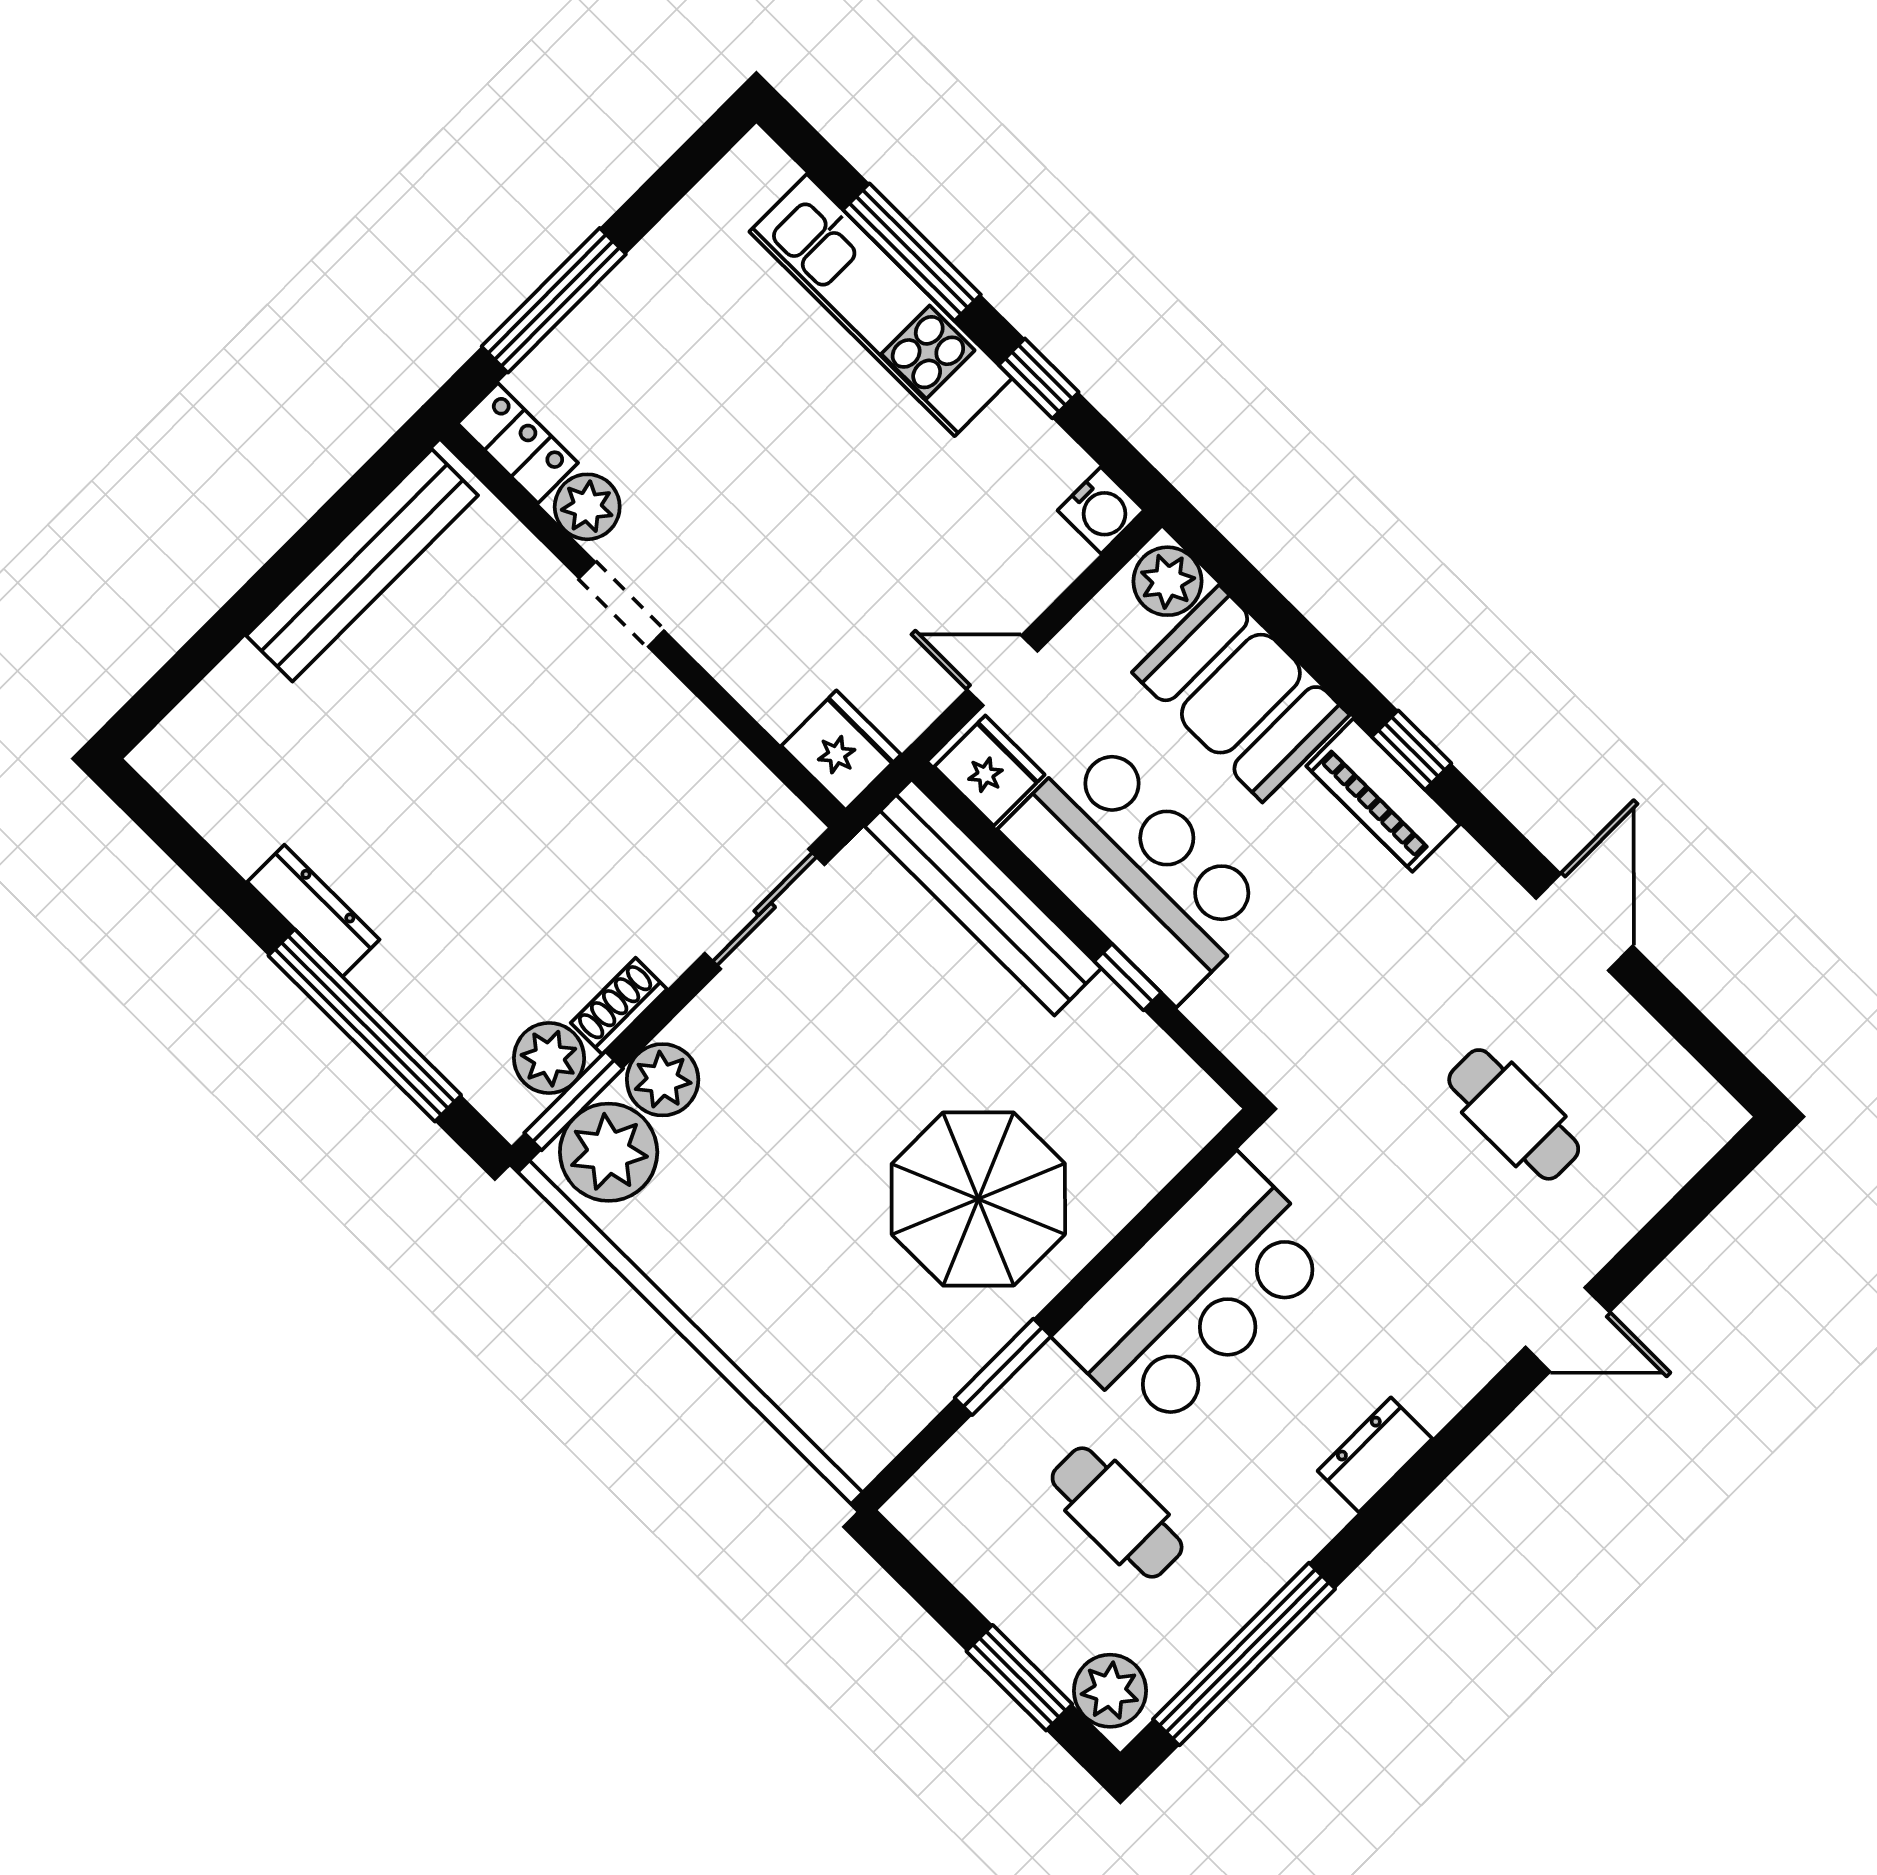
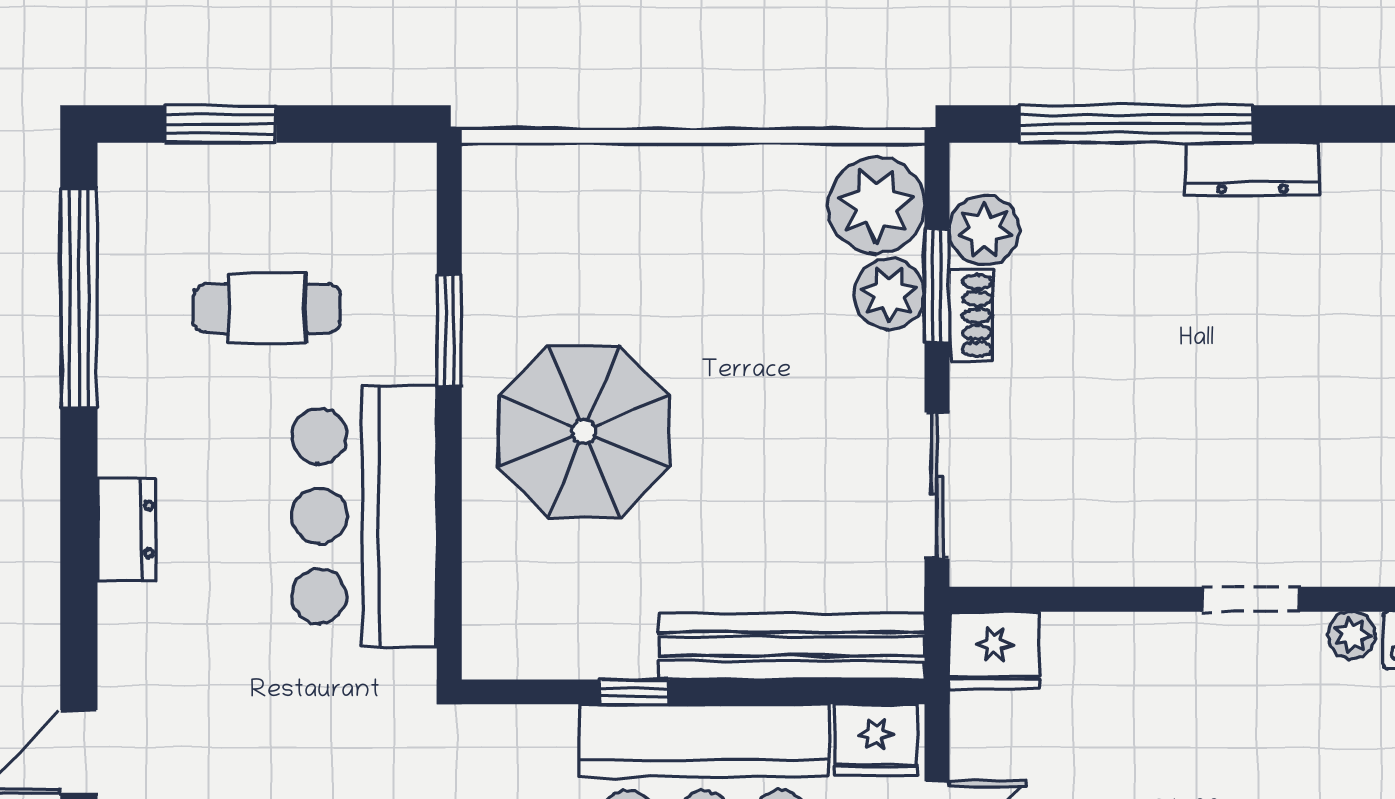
plant: (587, 507) -> (1352, 635), width x0.73, depth x0.73
window: (574, 1101) -> (937, 286), moved
plant: (1110, 1691) -> (147, 178), removed

